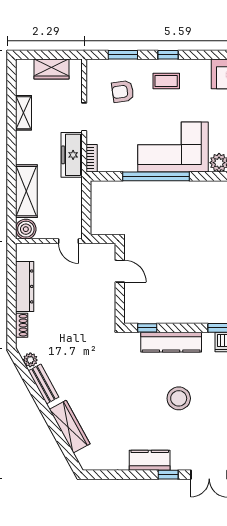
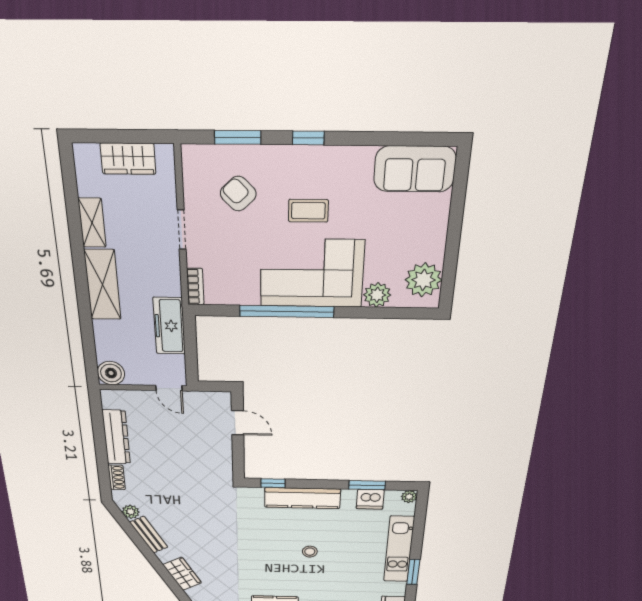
coffee table: (166, 81) -> (308, 211), moved
armchair: (123, 91) -> (238, 194), turned 54
freezer: (72, 155) -> (169, 326), moved
shelving: (26, 191) -> (103, 285), moved
stool: (179, 398) -> (310, 552), width x0.53, depth x0.53
wardrobe: (70, 427) -> (182, 574), width x0.67

